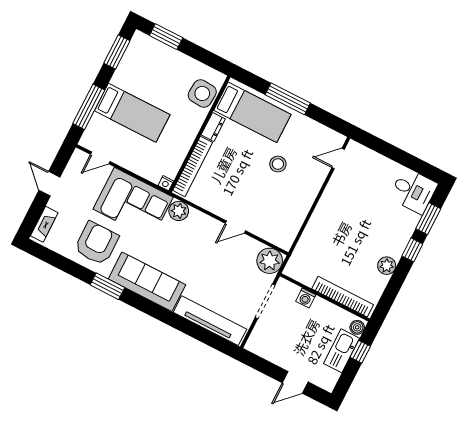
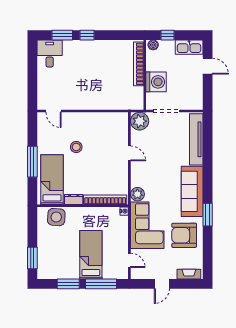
window: (117, 52) -> (68, 284), moved
plant: (387, 266) -> (105, 46), removed
washing machine: (306, 298) -> (156, 82), width x1.89, depth x1.89
kitchen sink: (342, 351) -> (189, 47), moved

